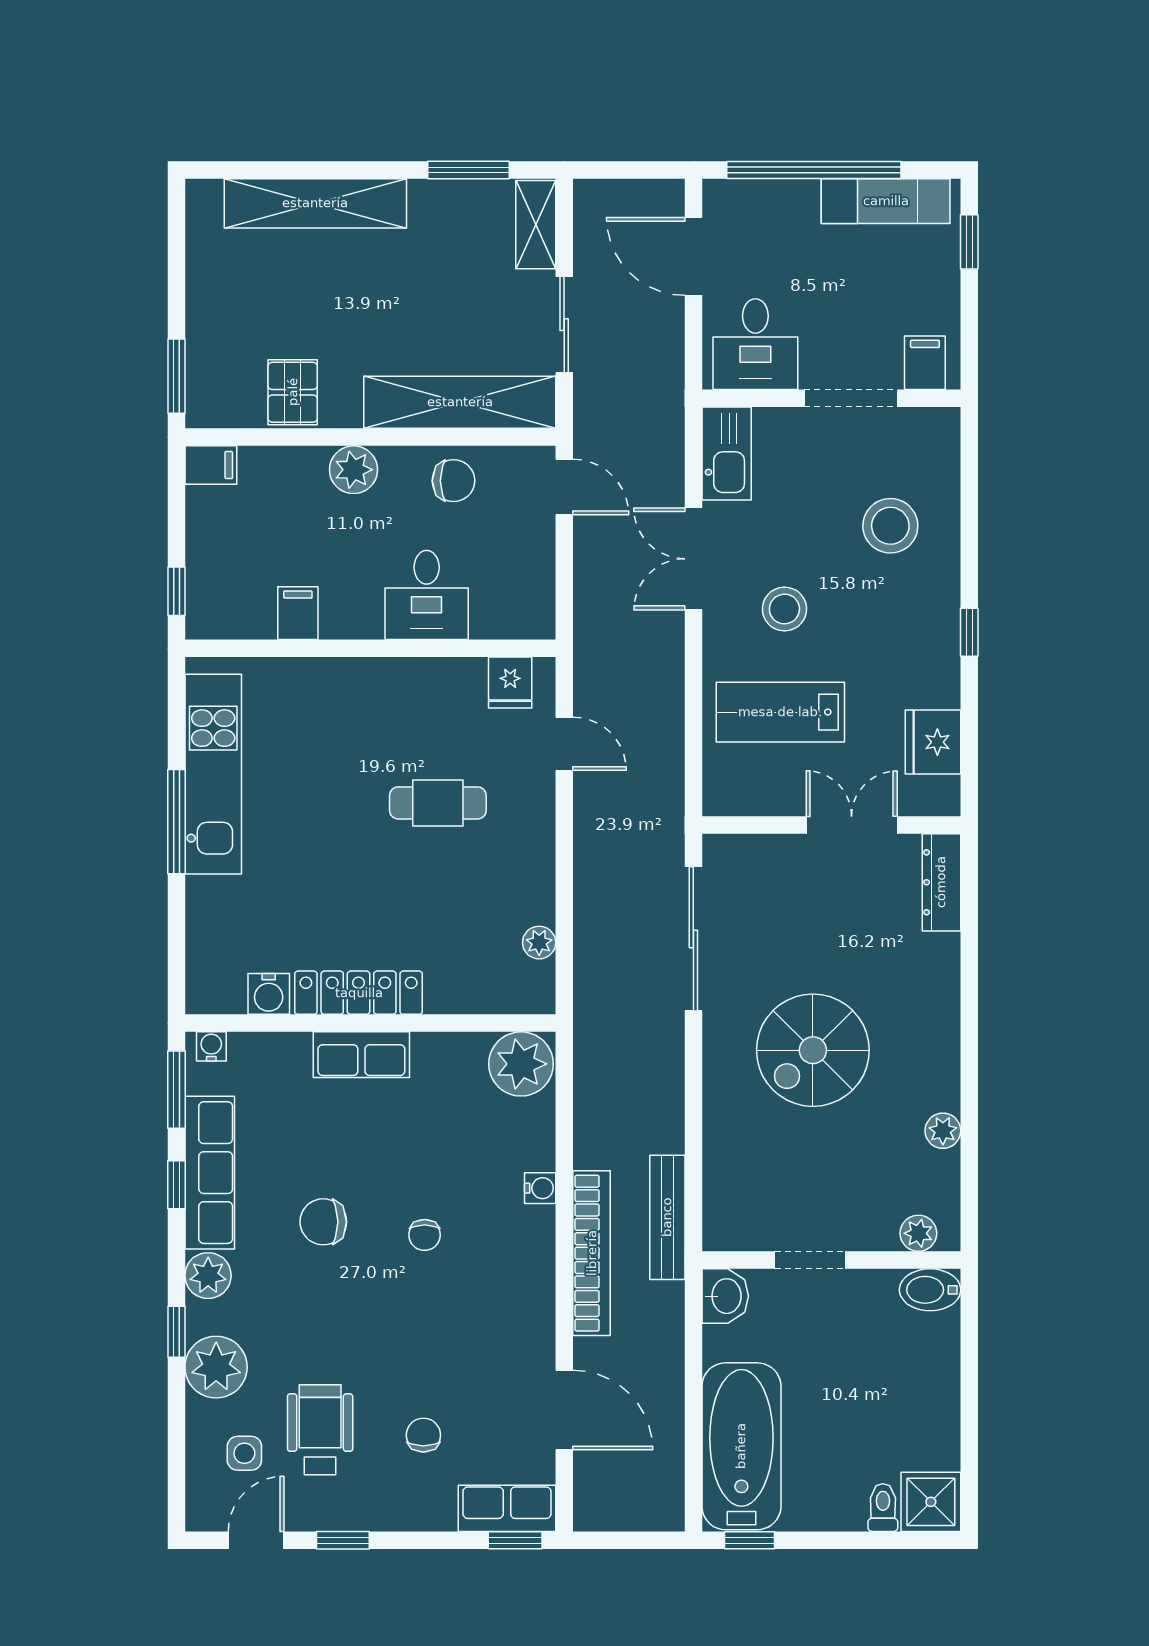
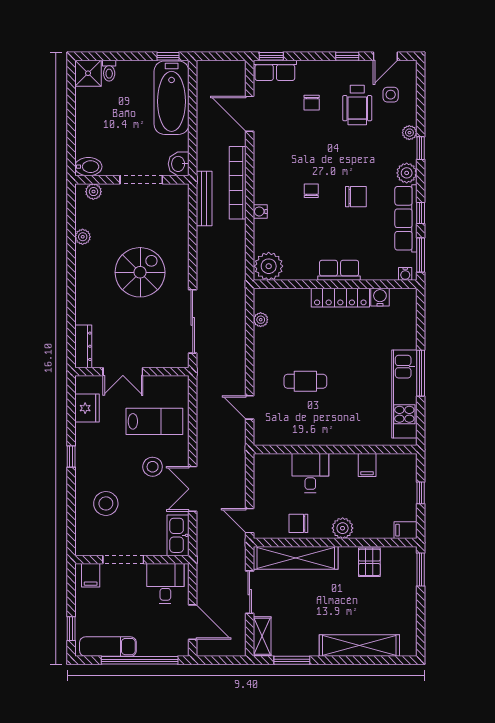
double door: (693, 559) -> (193, 489), swing flipped
window: (176, 591) -> (421, 493), moved
fridge: (510, 683) -> (273, 434), removed
doorway: (810, 1260) -> (141, 180), width x1.38
plant: (216, 1367) -> (409, 133), width x0.53, depth x0.53

